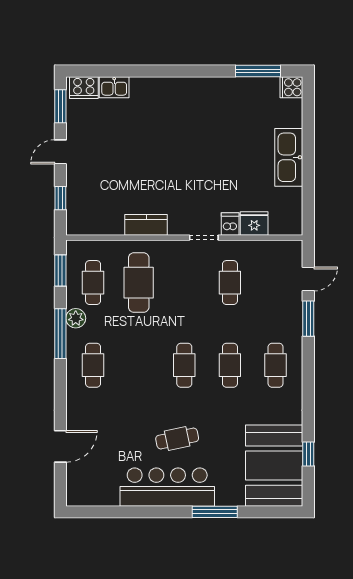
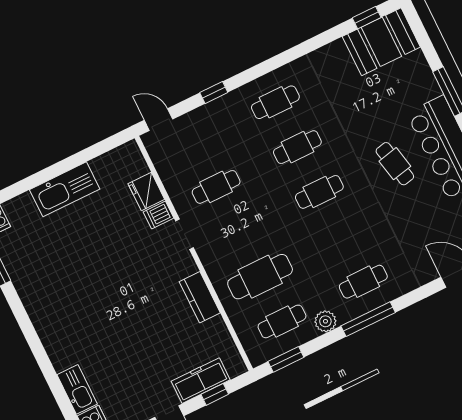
kitchen sink: (114, 87) -> (77, 389), width x1.38
freezer: (77, 192) -> (201, 381), added
door: (308, 279) -> (158, 120), moved
window: (308, 319) -> (214, 93), width x0.67
window: (60, 334) -> (368, 319), moved
window: (308, 454) -> (367, 18), moved
booth: (274, 466) -> (381, 42), width x0.73, depth x0.70

